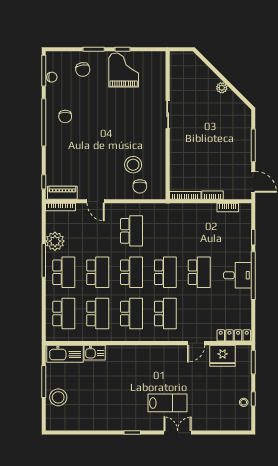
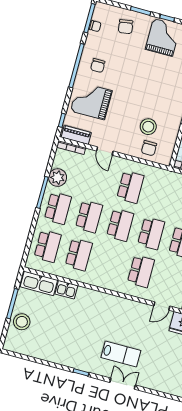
grand piano: (68, 154) -> (91, 101), added
school desk: (132, 314) -> (110, 263), removed

